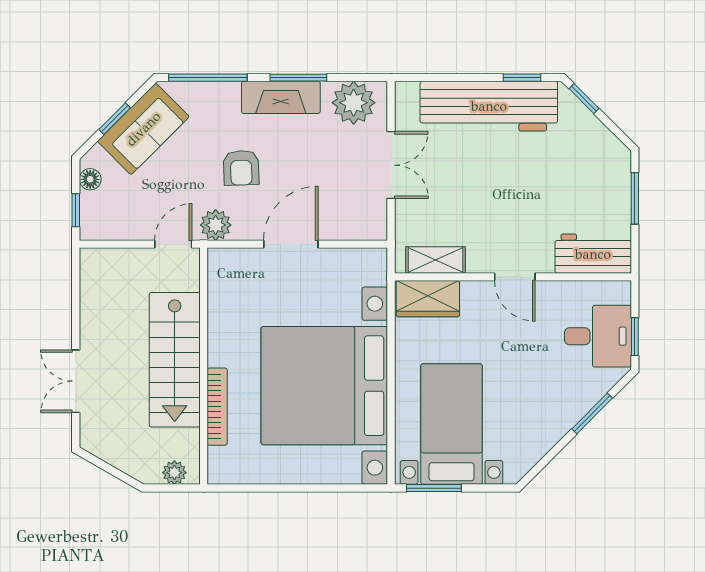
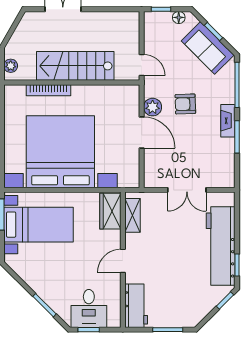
fireplace: (281, 97) -> (228, 121), width x0.73, depth x0.76
plant: (354, 103) -> (223, 168), removed
plant: (216, 225) -> (153, 107), moved

